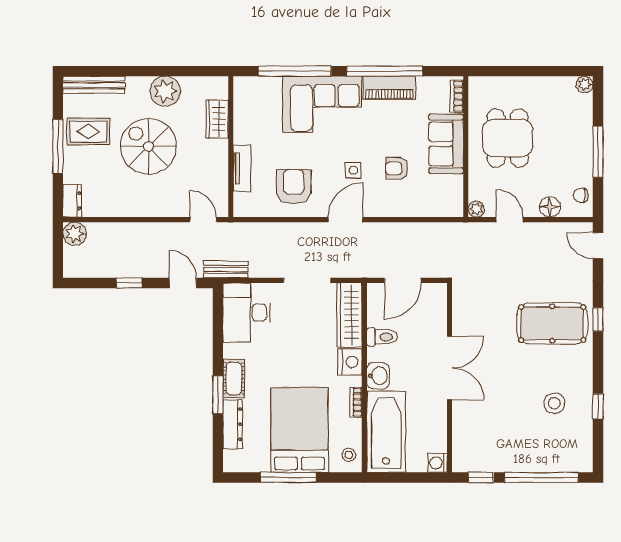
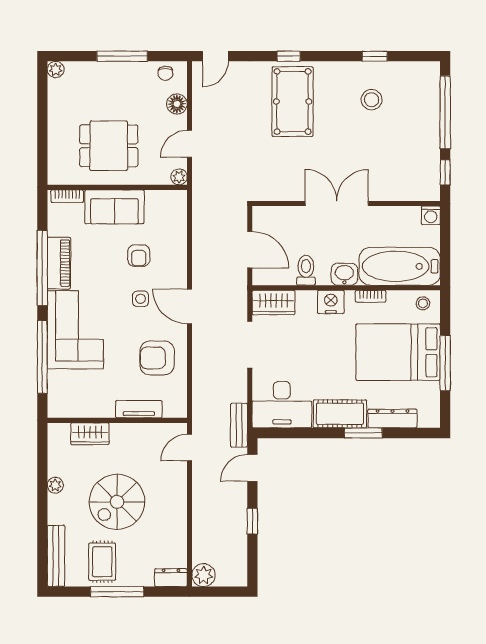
plant: (165, 91) -> (55, 485), width x0.53, depth x0.53
wardrobe: (350, 315) -> (273, 303), width x0.67
cot: (234, 379) -> (340, 414), width x1.37, depth x1.34

